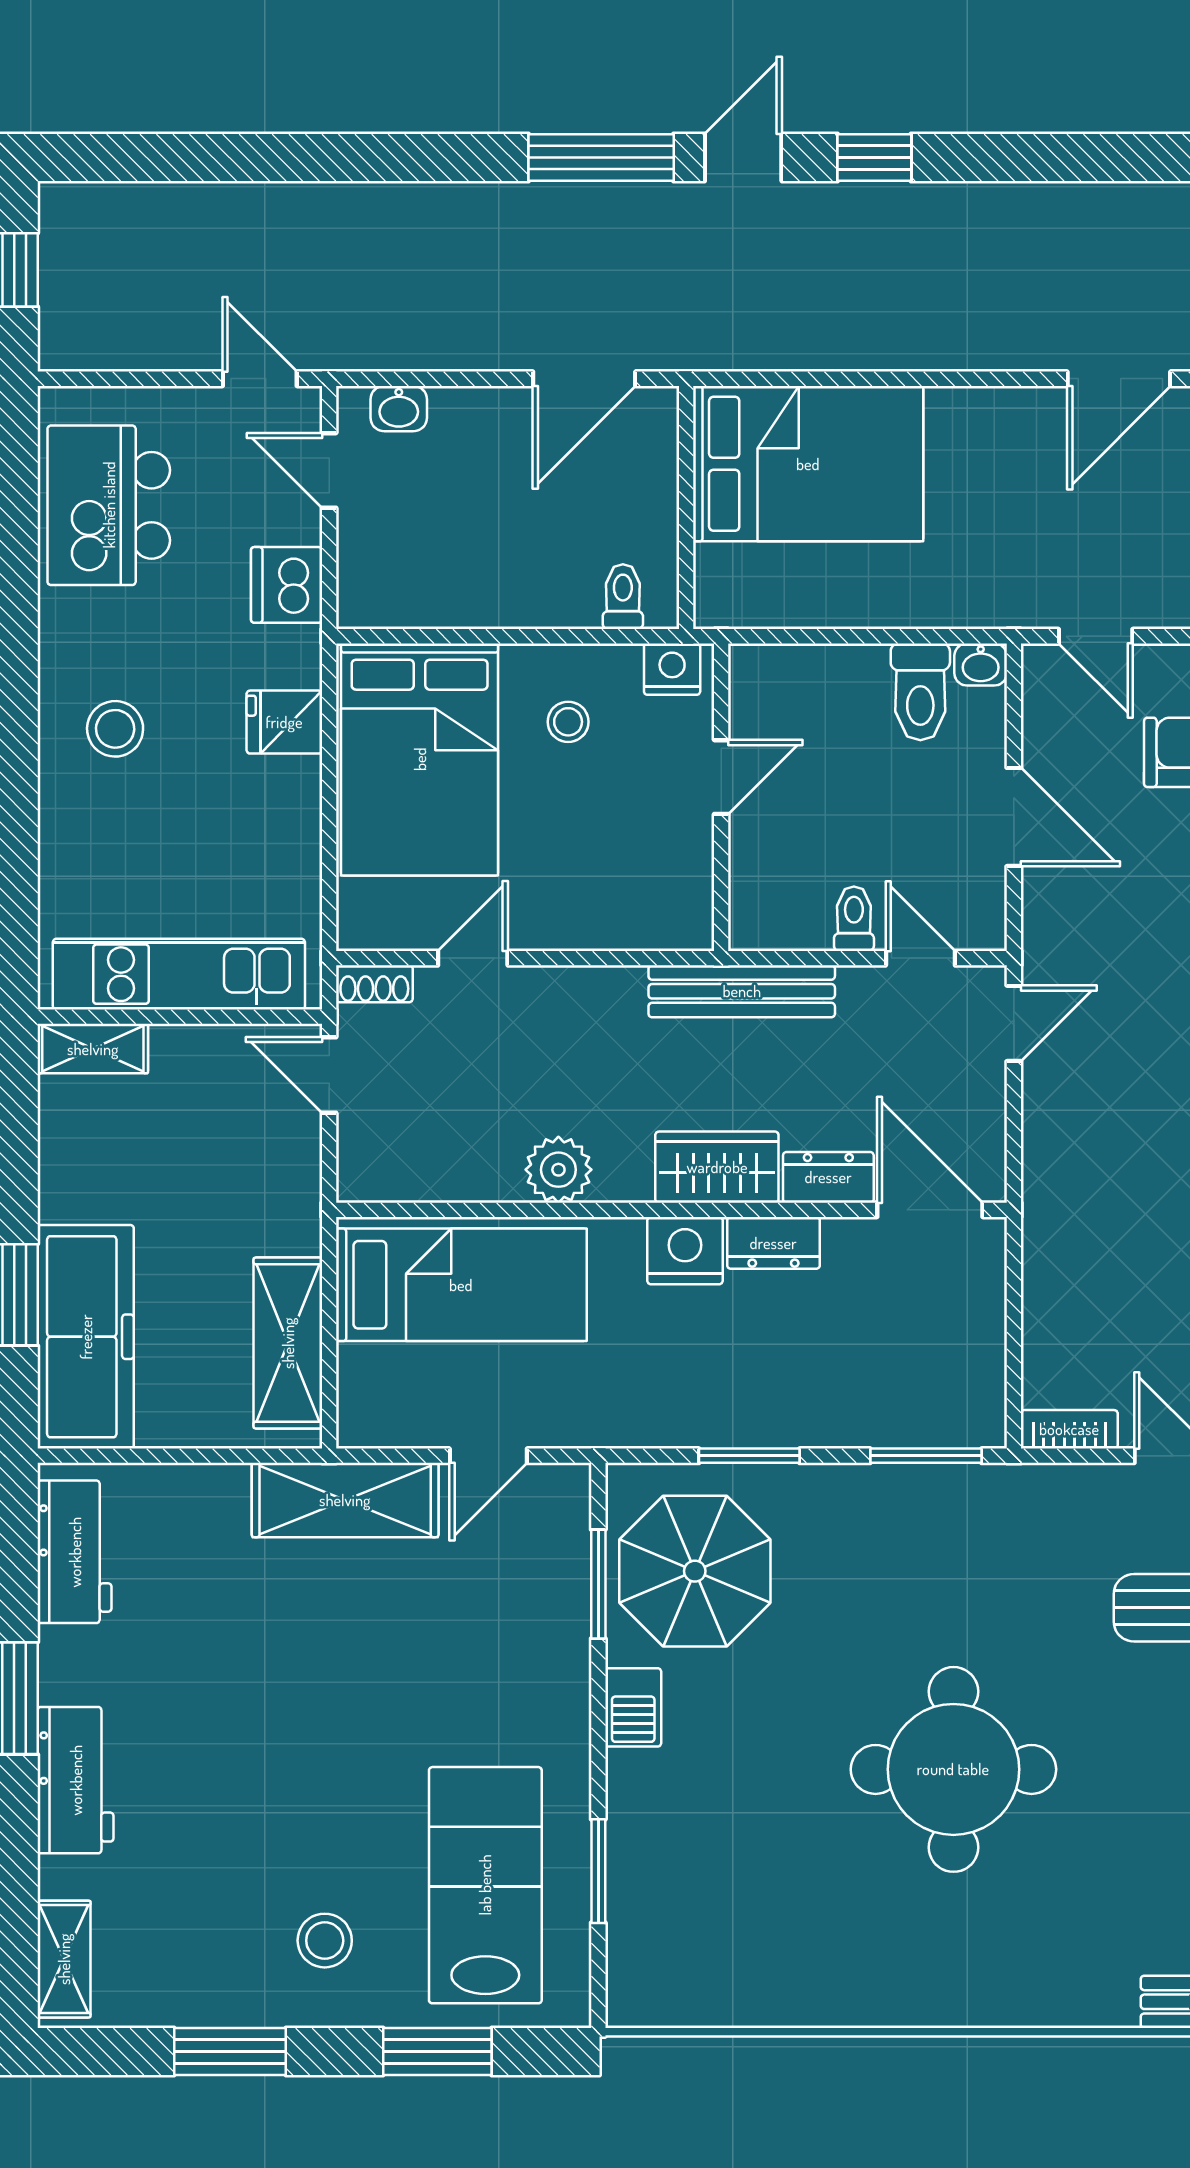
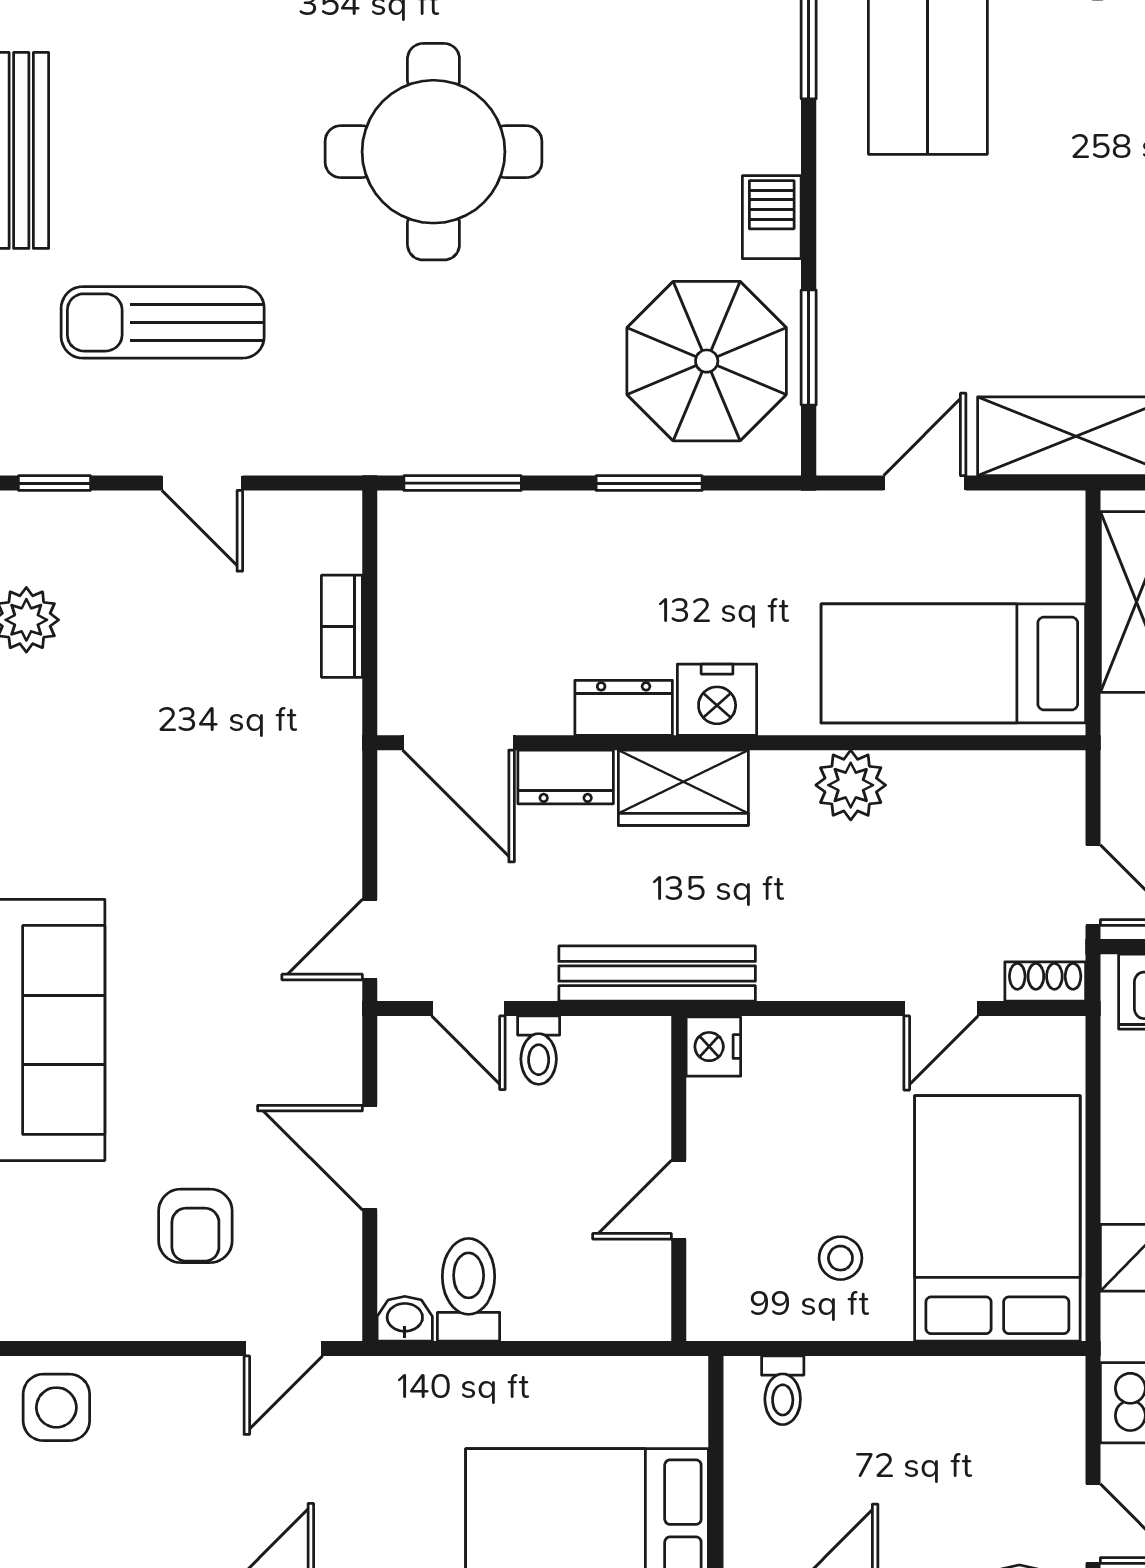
door: (1096, 636) -> (283, 1348), swing flipped
nightstand: (672, 669) -> (713, 1047), moved, turned 90
bookcase: (1069, 1429) -> (342, 626), moved, turned 90

